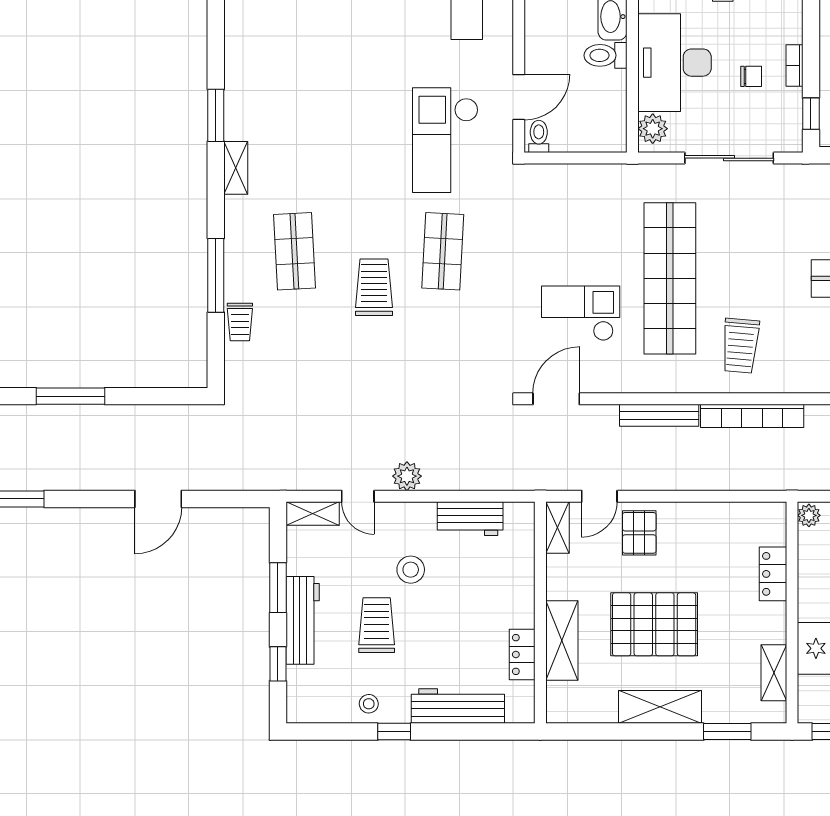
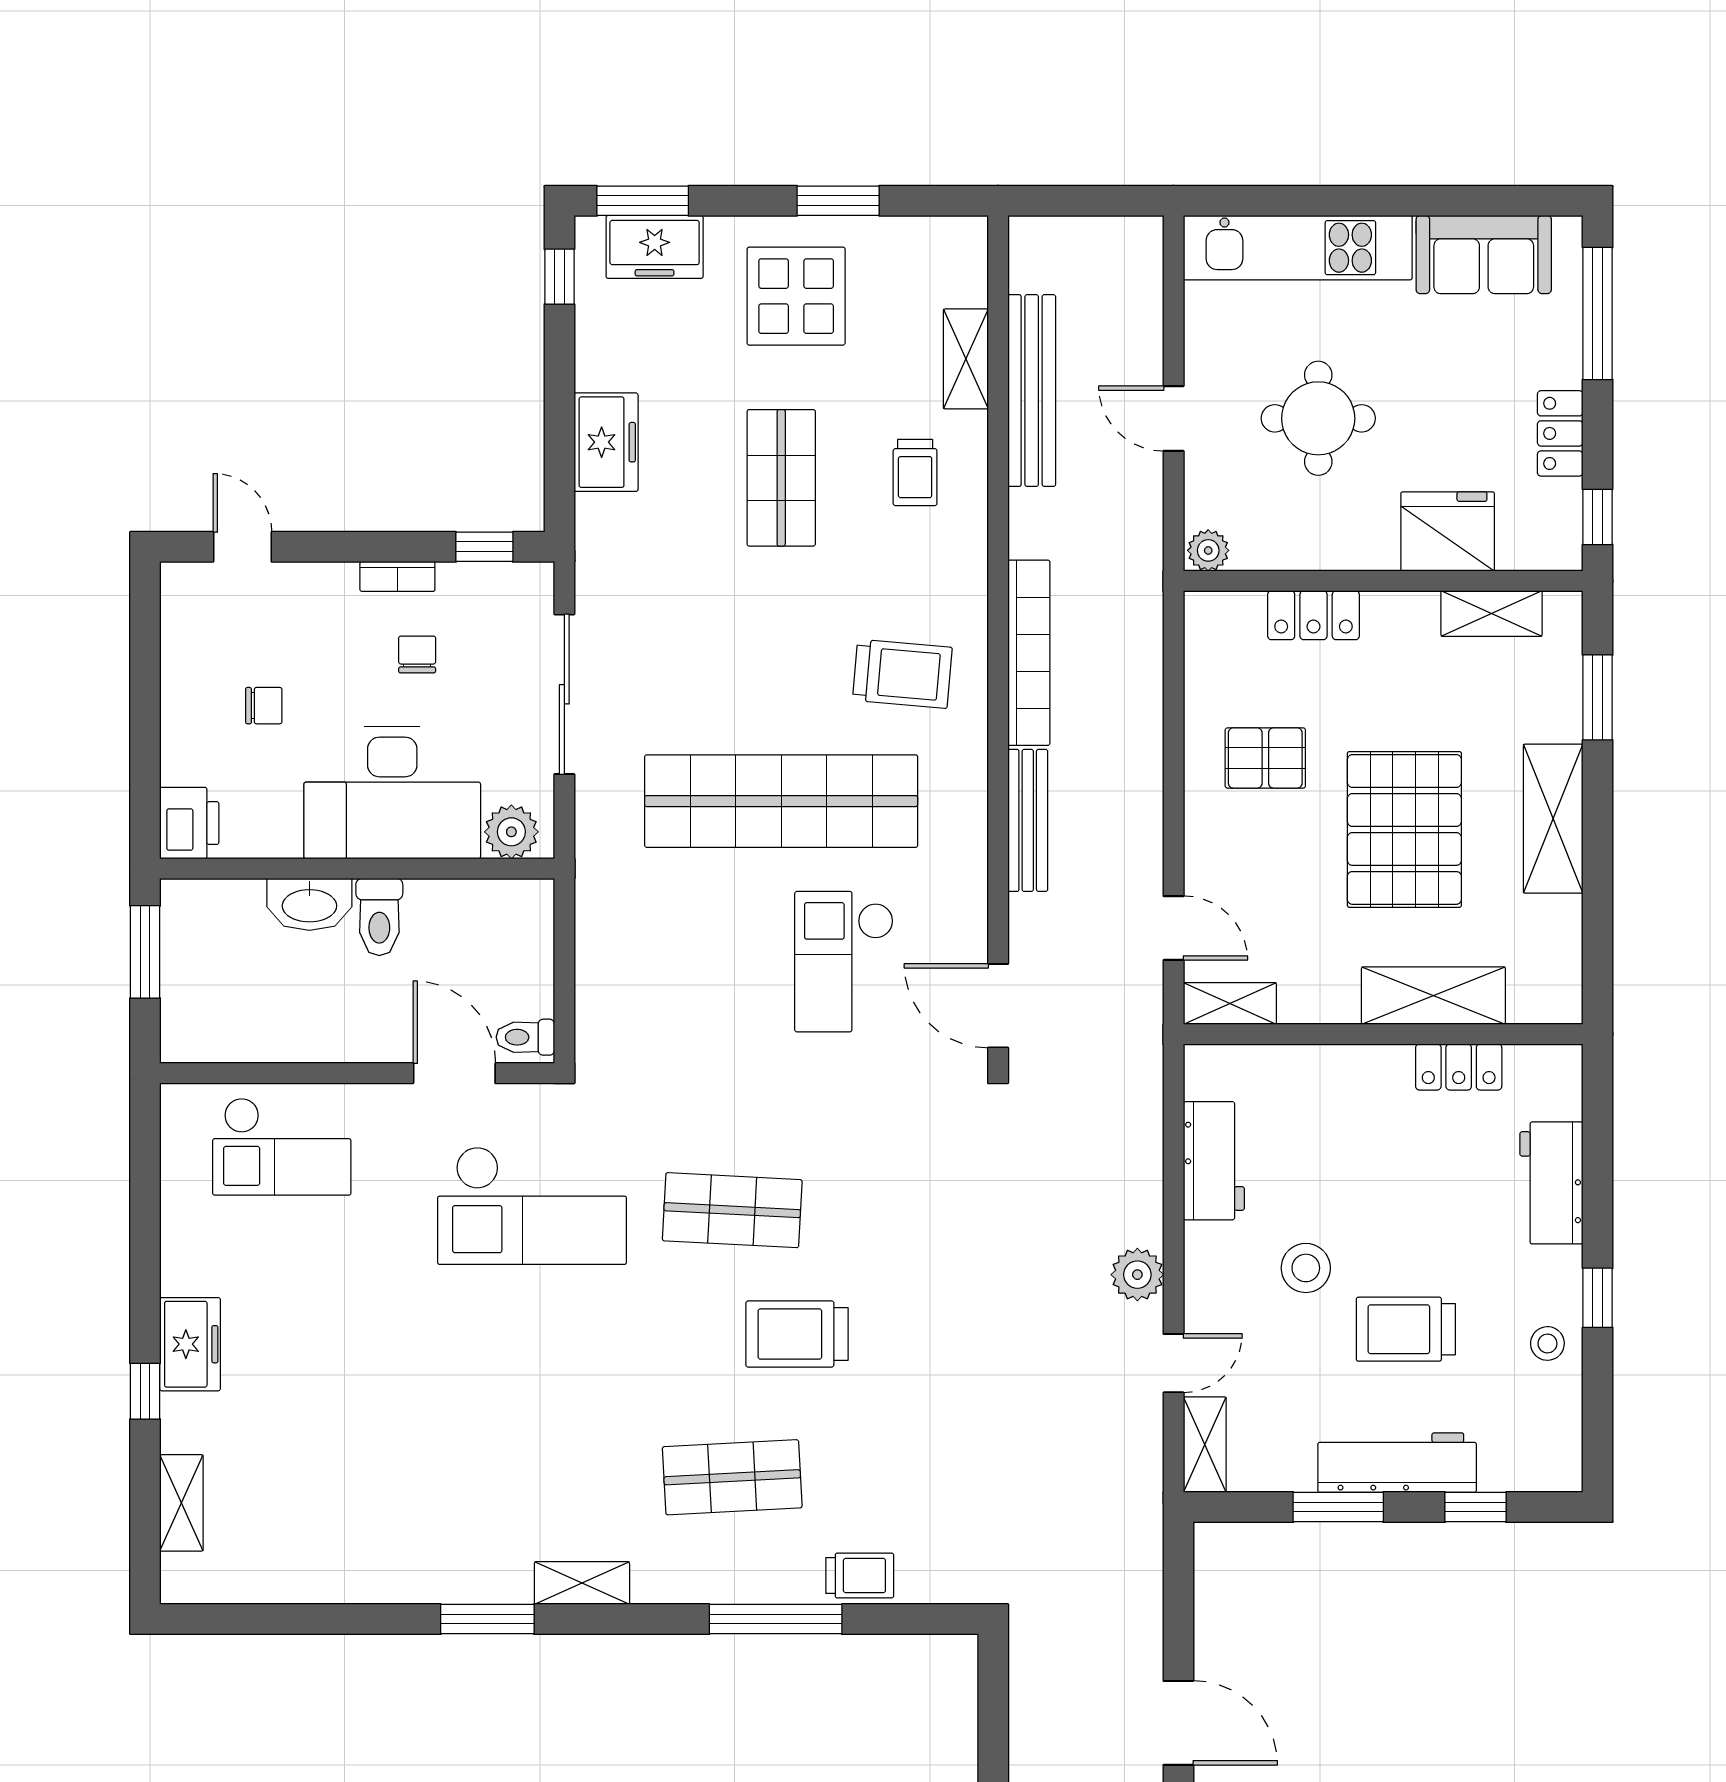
pallet: (639, 533) -> (1265, 758), moved
workbench: (458, 706) -> (1551, 1183), width x0.73

